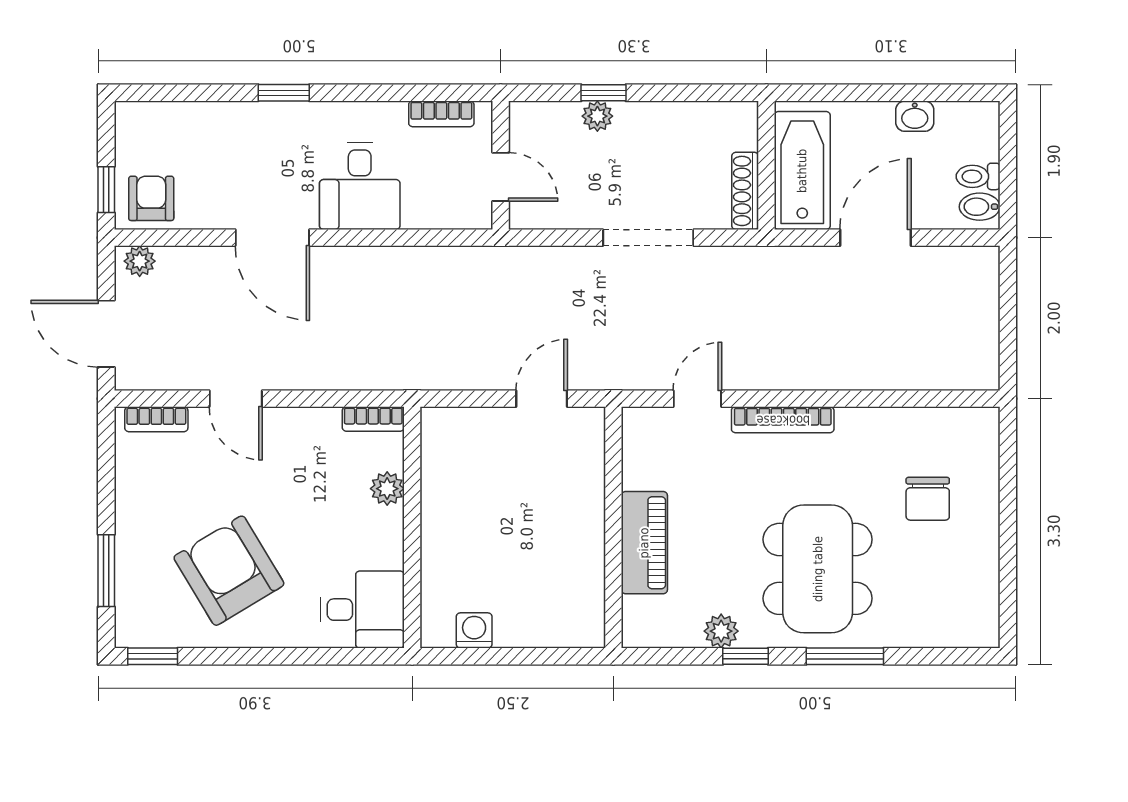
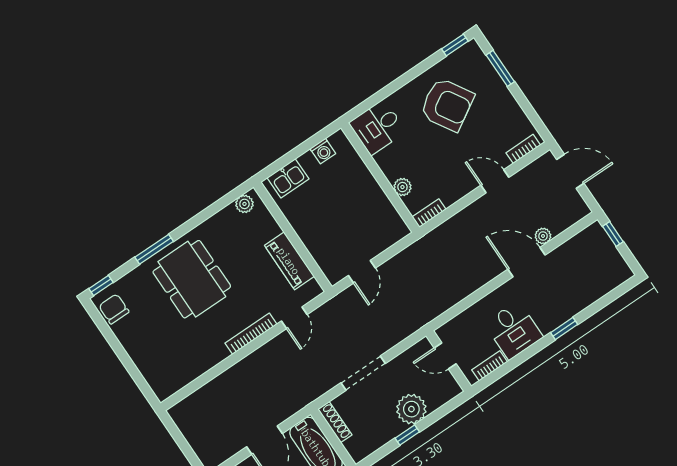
window: (604, 93) -> (407, 435), moved
plant: (597, 116) -> (411, 409), width x1.88, depth x1.88
desk: (360, 186) -> (514, 330), moved, turned 180
armchair: (151, 198) -> (591, 243), removed
plant: (140, 261) -> (543, 236), moved
chair: (928, 499) -> (114, 309), moved
piano: (644, 543) -> (289, 261), moved
kitchen sink: (558, 625) -> (288, 178), added
plant: (721, 631) -> (244, 204), moved
window: (745, 656) -> (101, 285), moved

